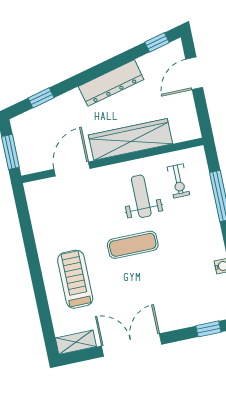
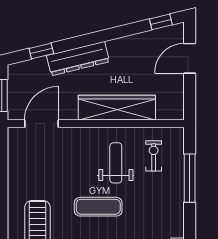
dresser: (111, 83) -> (78, 59), moved
door: (72, 169) -> (42, 124), moved
exercise bike: (178, 181) -> (154, 156), turned 180

